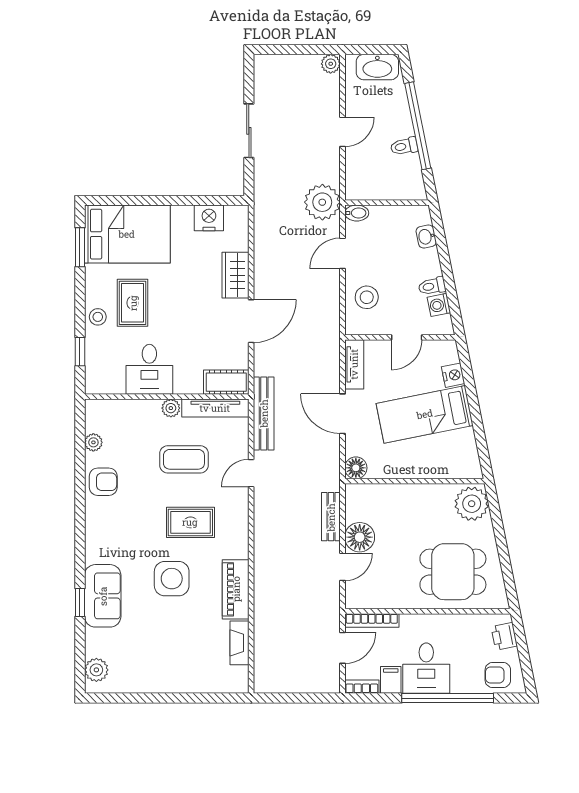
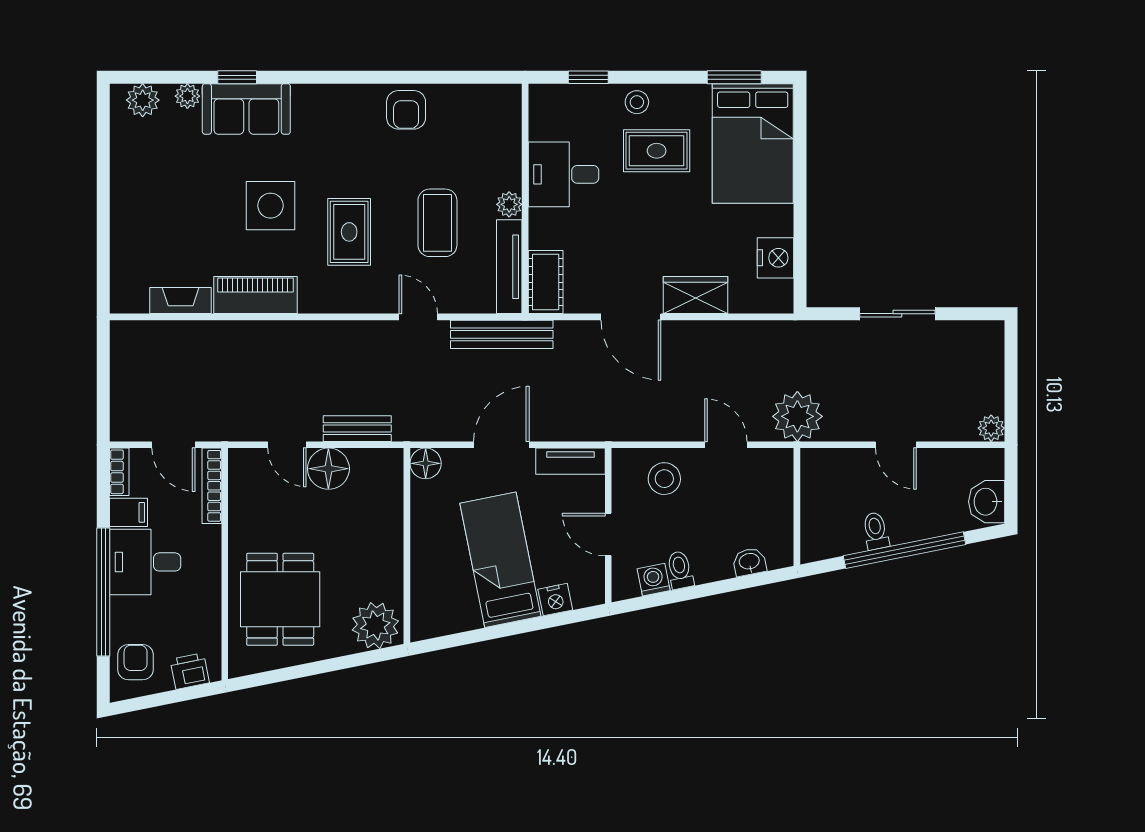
washbasin: (377, 67) -> (987, 502), width x0.72
bidet: (357, 213) -> (782, 465), removed
plant: (93, 442) -> (187, 96), moved

